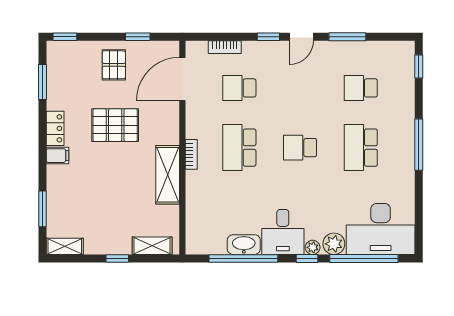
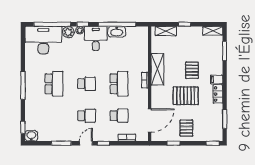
washbasin: (403, 50) -> (31, 136), added
school desk: (361, 88) -> (87, 116), moved
pallet: (103, 173) -> (192, 70), added

